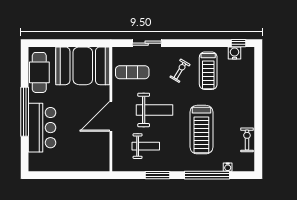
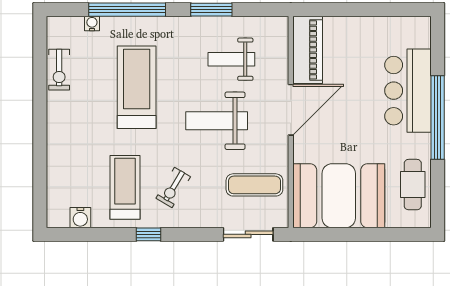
sliding door: (147, 43) -> (248, 234), moved
window: (238, 43) -> (149, 234), moved
cafe table: (39, 72) -> (413, 185), width x0.73, depth x0.74
piano: (101, 152) -> (308, 50), added

